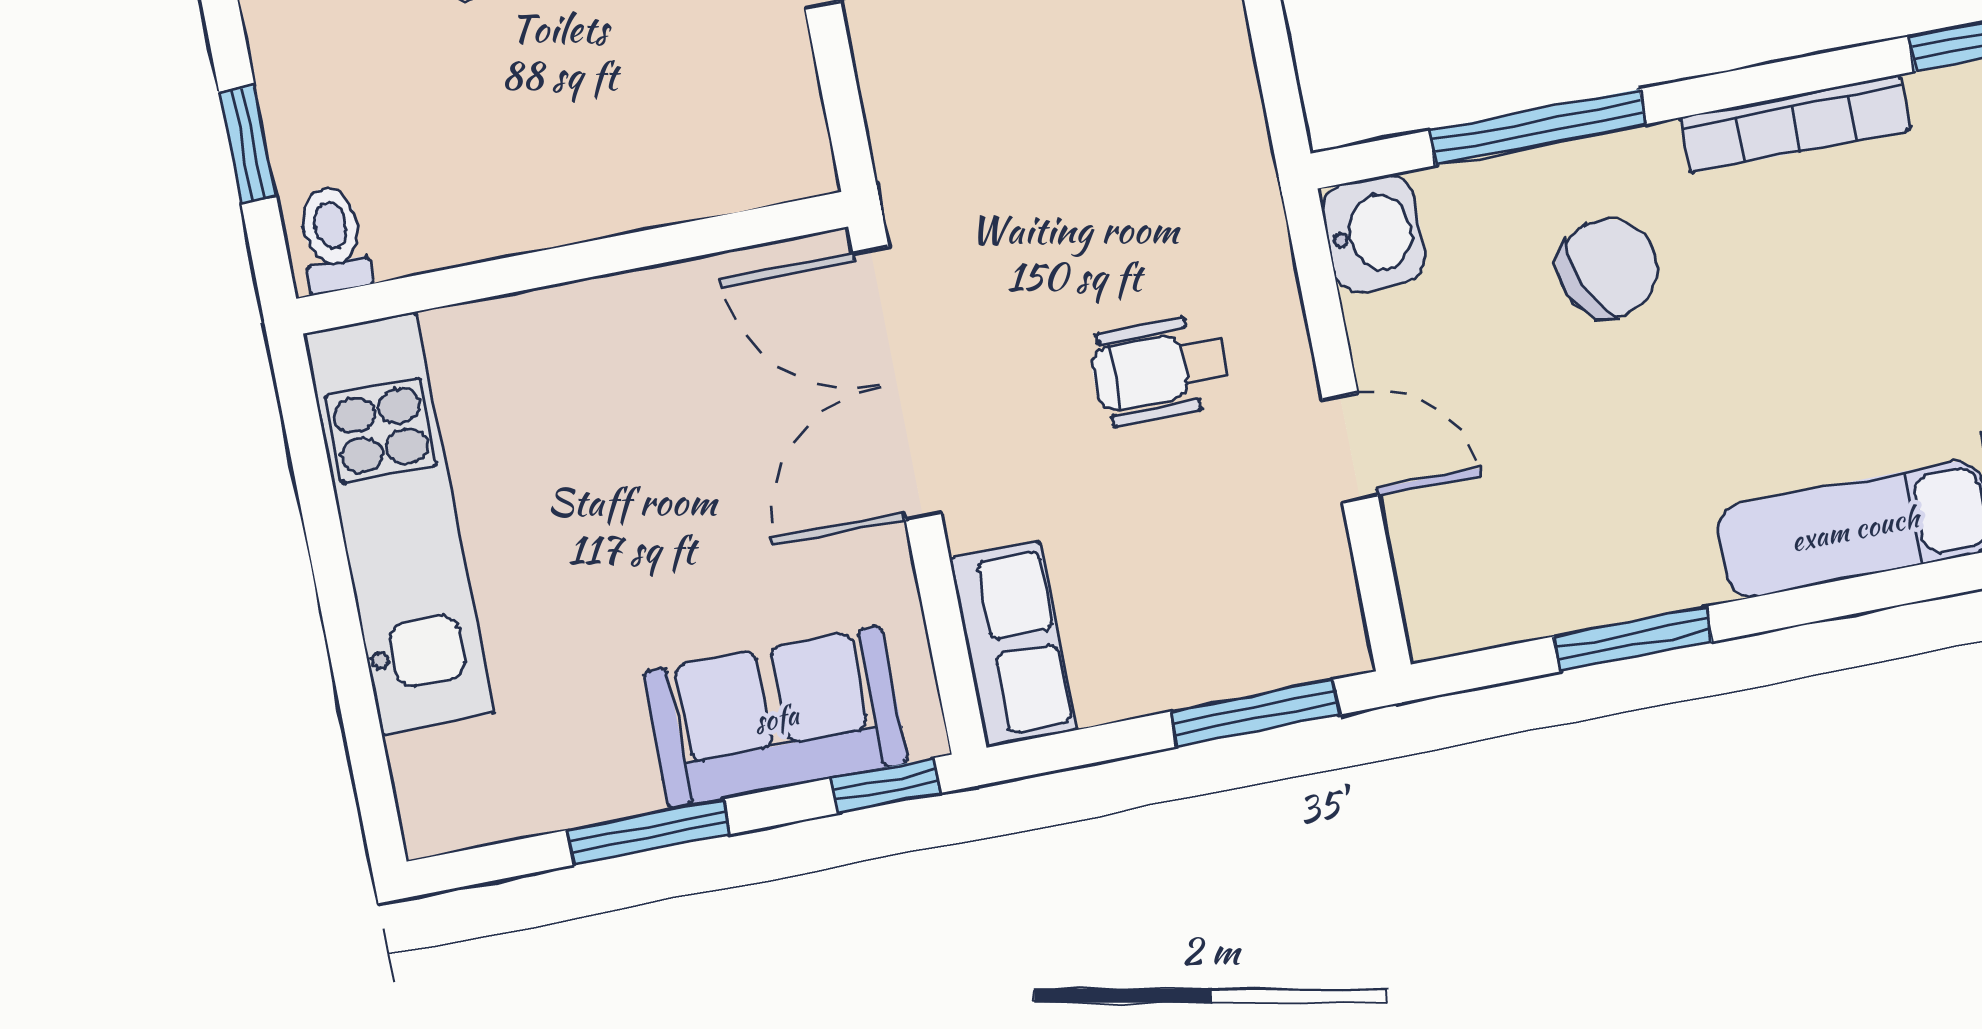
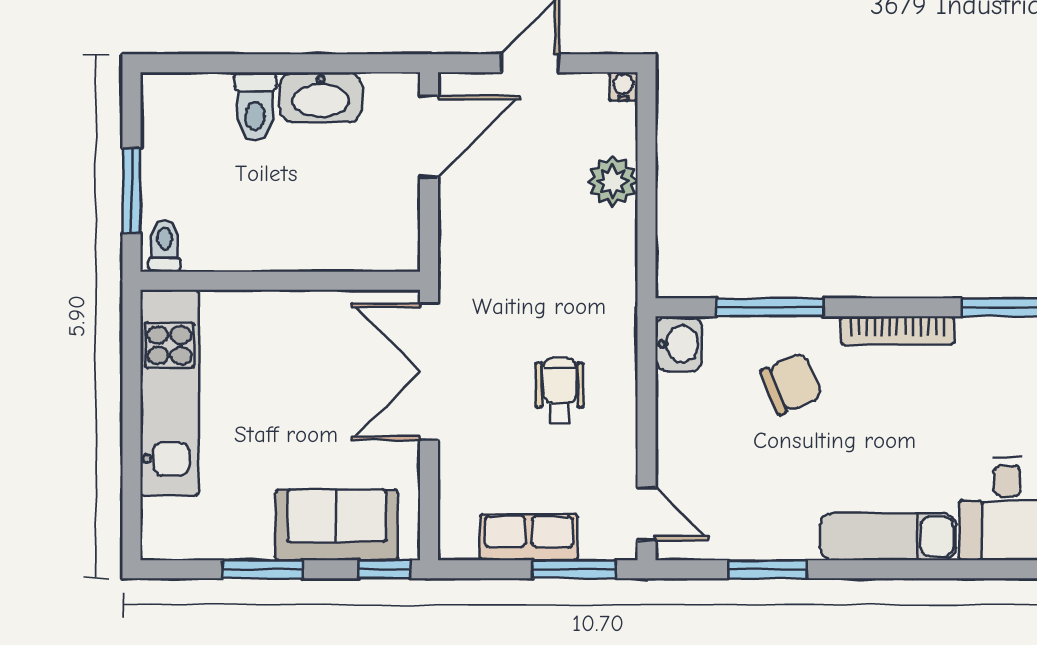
window: (248, 144) -> (132, 191), width x1.50
wheelchair: (1159, 370) -> (560, 390), turned 90
door: (1350, 448) -> (647, 514), moved
row of seats: (1013, 644) -> (529, 537), moved, turned -90

